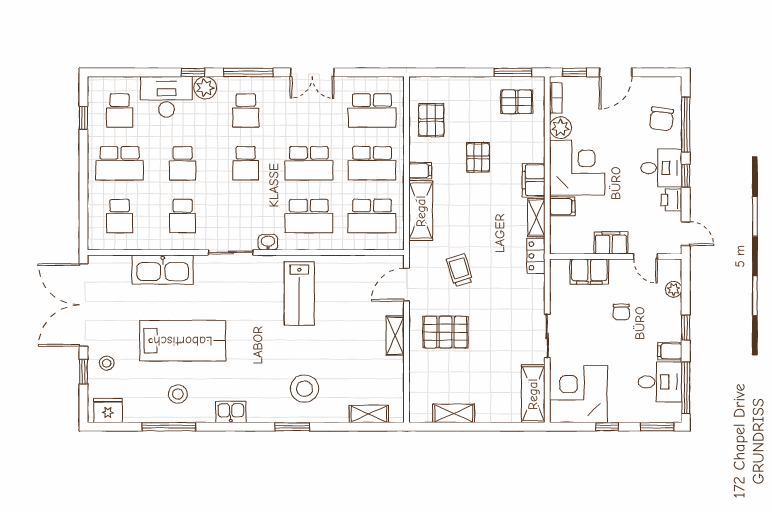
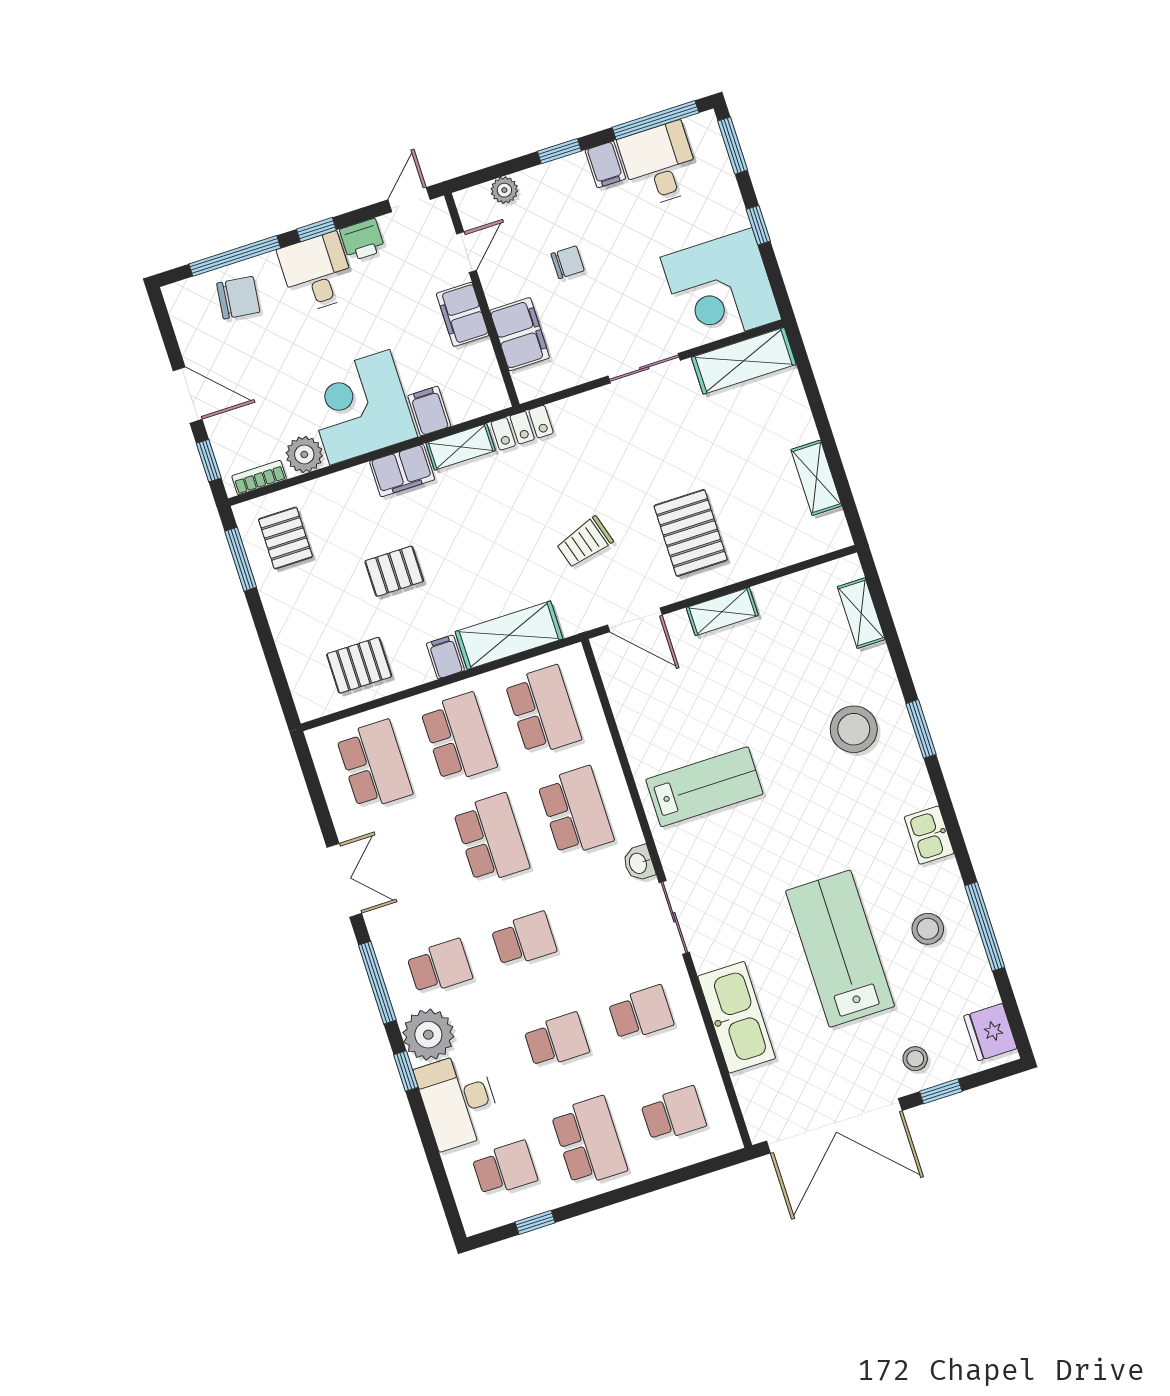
plant: (205, 88) -> (428, 1035), width x1.36, depth x1.36

